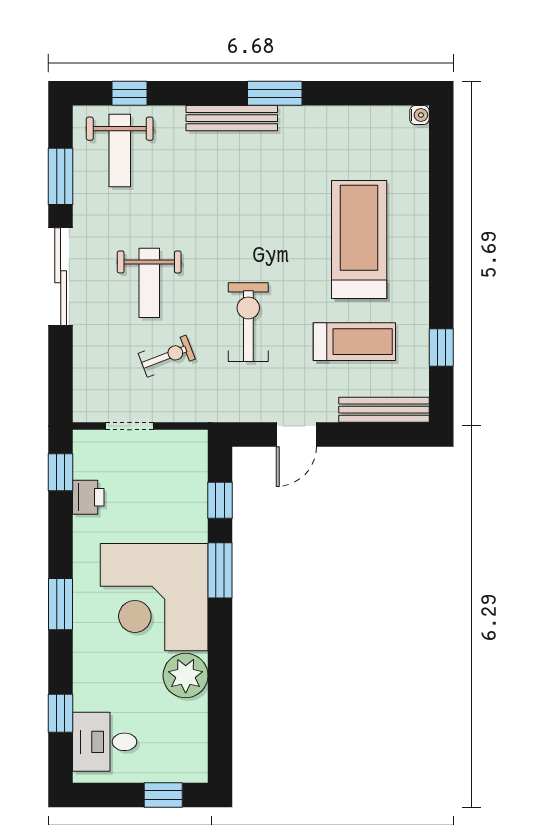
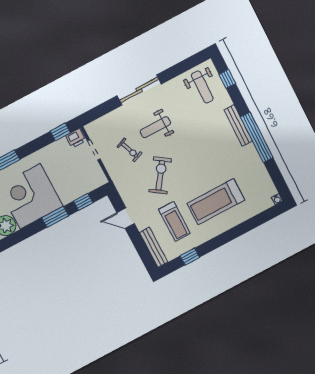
window: (275, 93) -> (257, 137), width x2.11
weight bench: (120, 151) -> (202, 87), turned -90
window: (61, 176) -> (180, 68), removed
treadmill: (359, 240) -> (216, 202), turned 180
exercise bike: (248, 322) -> (160, 175), turned -55
printer: (88, 497) -> (76, 138), moved

